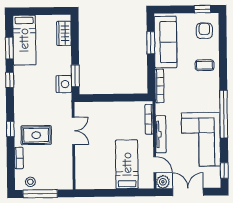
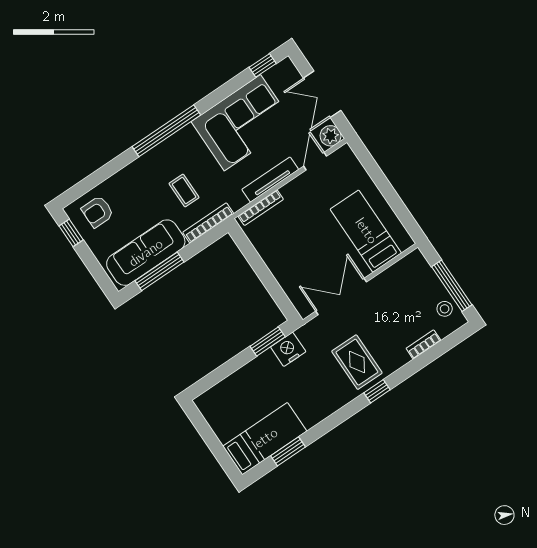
wardrobe: (64, 33) -> (222, 393), removed
window: (151, 43) -> (159, 271), width x1.44
coffee table: (205, 65) -> (184, 191), moved
window: (10, 80) -> (329, 423), removed
window: (224, 114) -> (166, 131), moved
window: (10, 129) -> (377, 391), moved
double door: (73, 131) -> (341, 297), width x1.37
rug: (36, 135) -> (357, 362), moved
bed: (127, 164) -> (366, 231), moved, turned 90

